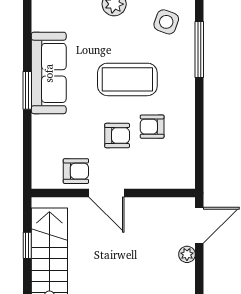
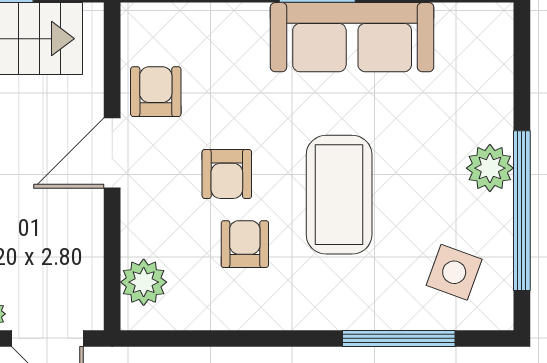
armchair: (76, 171) -> (156, 92), turned 180
plant: (171, 177) -> (144, 282), added

